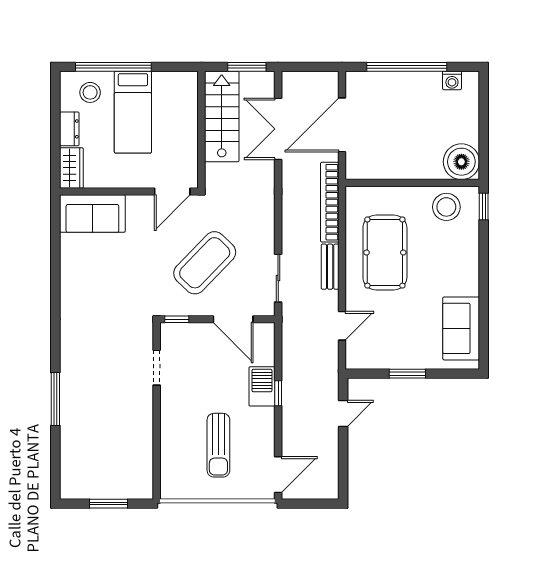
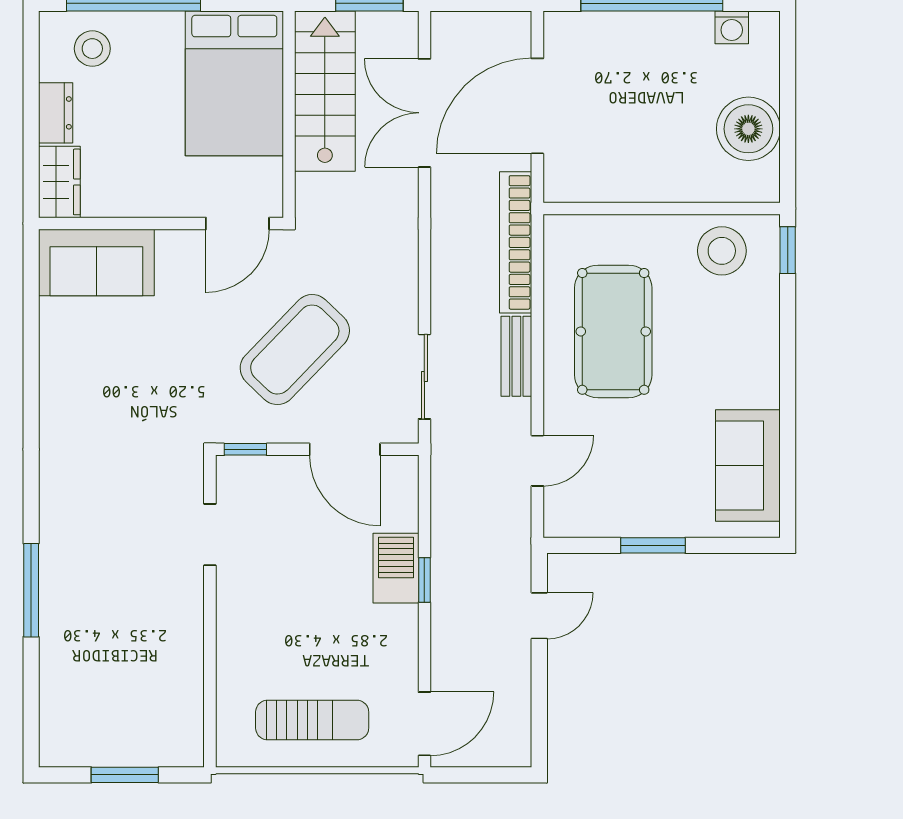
bed: (133, 112) -> (234, 83), moved, width x1.50
boiler: (461, 162) -> (748, 129), moved
sun lounger: (218, 445) -> (312, 720), moved, turned -90

